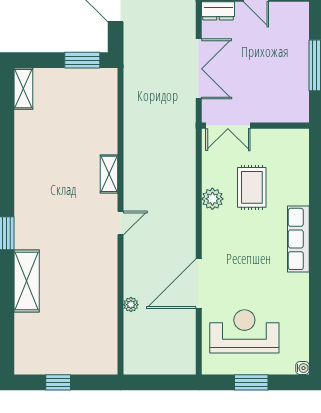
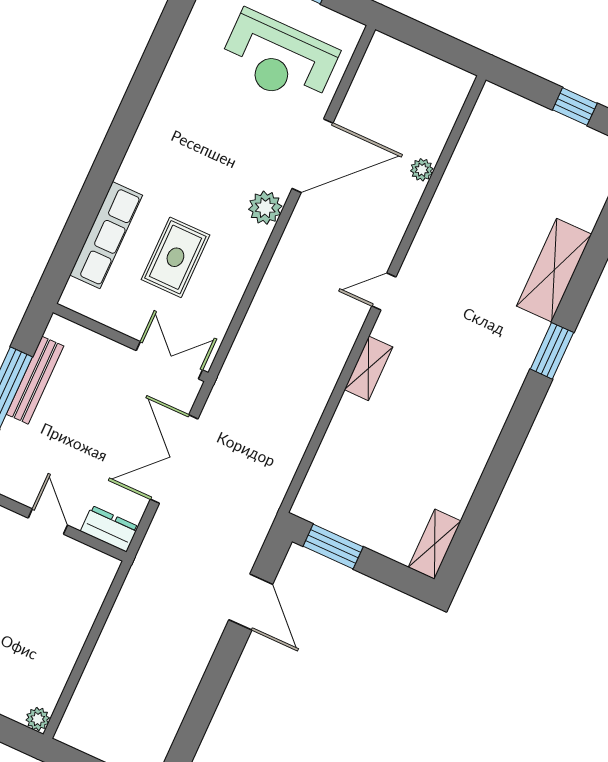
bench: (301, 78) -> (35, 380), added
plant: (212, 199) -> (265, 208), moved
row of seats: (298, 239) -> (106, 235), moved

